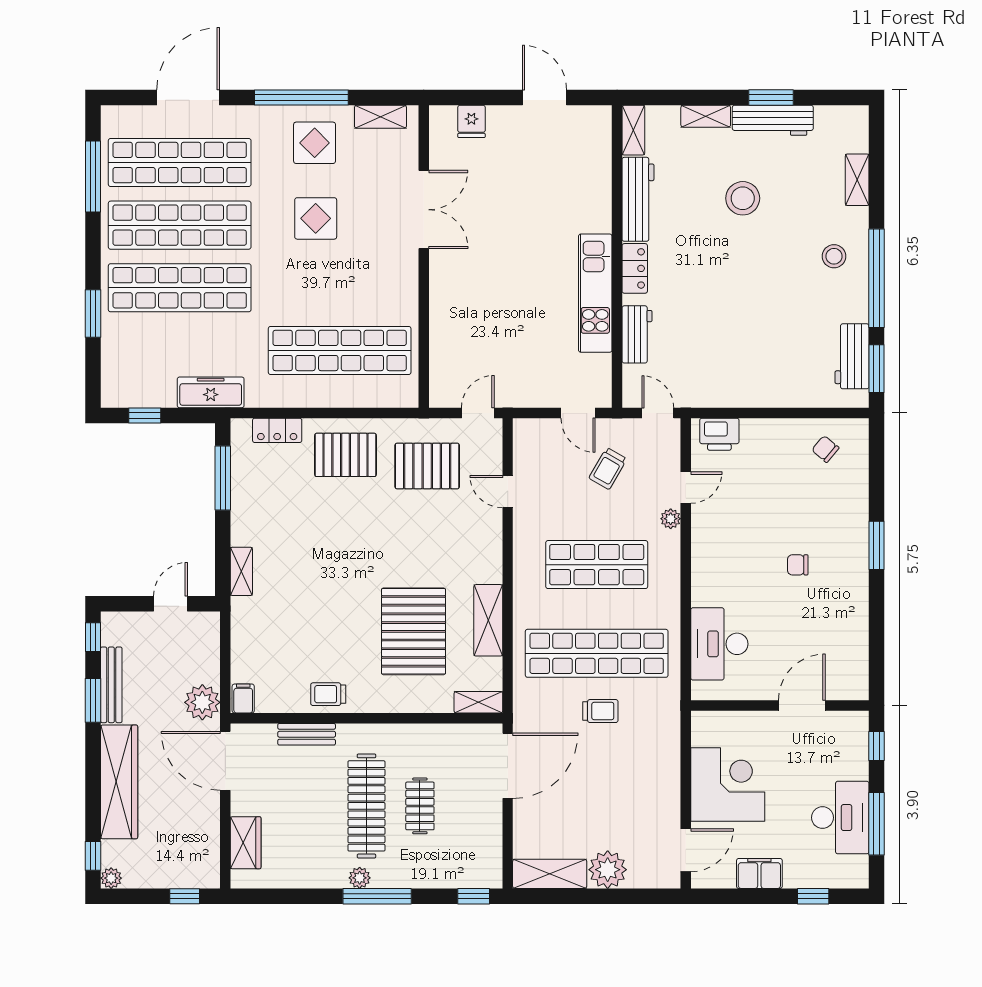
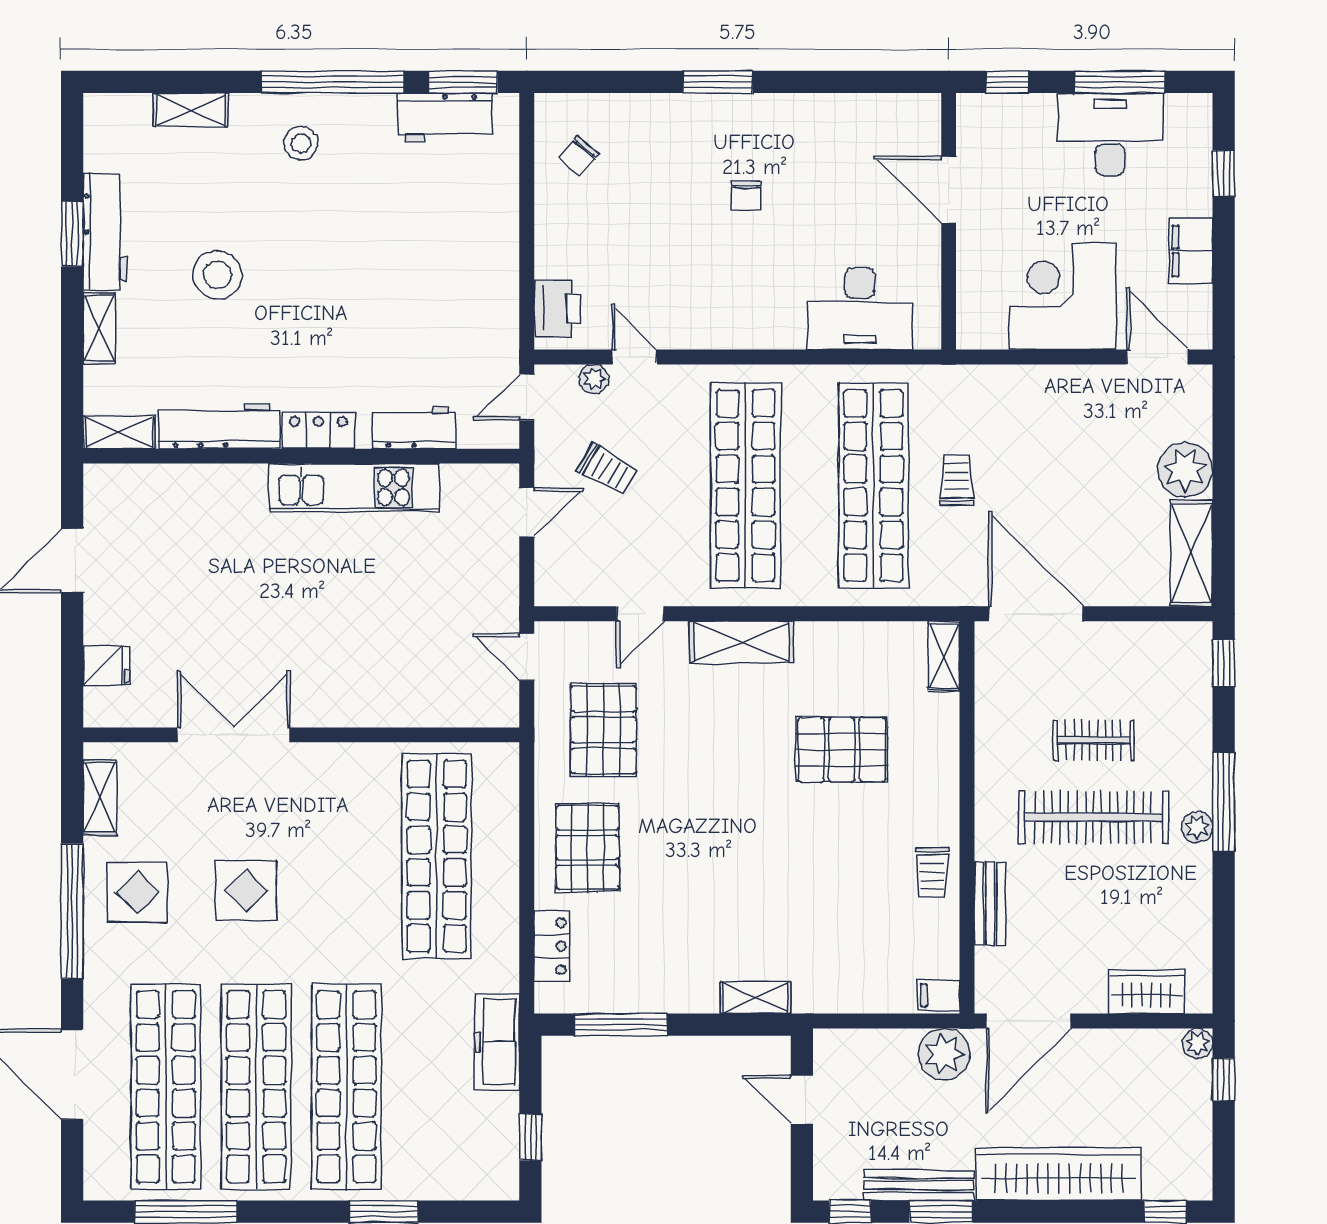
plant: (671, 519) -> (594, 379), moved
shop shelf: (597, 565) -> (745, 485), width x1.40
shelving: (488, 620) -> (742, 642), moved
pallet: (414, 631) -> (842, 750), width x0.73, depth x0.71
plant: (111, 878) -> (1198, 1043), moved

